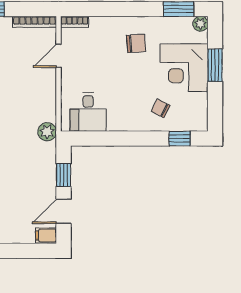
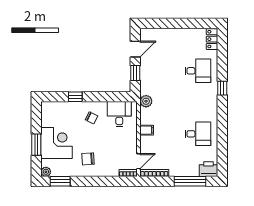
door: (59, 56) -> (139, 161), moved
chair: (160, 108) -> (92, 118), moved
window: (180, 139) -> (75, 97), moved
filing cabinet: (46, 235) -> (147, 130), moved

